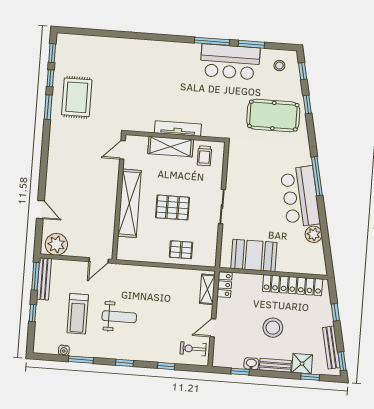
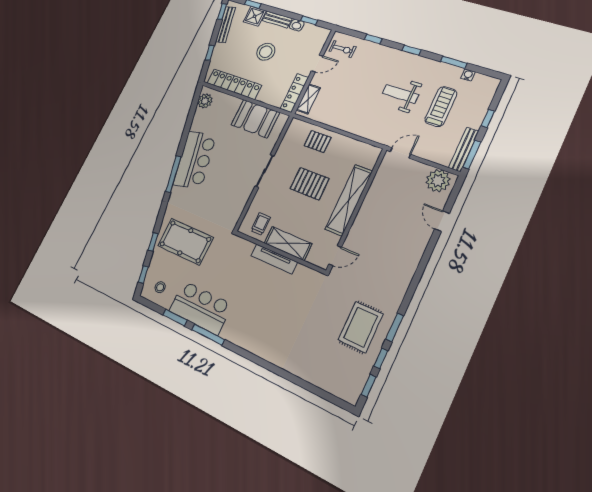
plant: (314, 234) -> (205, 101), moved
locker: (225, 285) -> (294, 93), width x1.53

